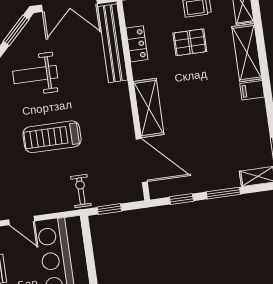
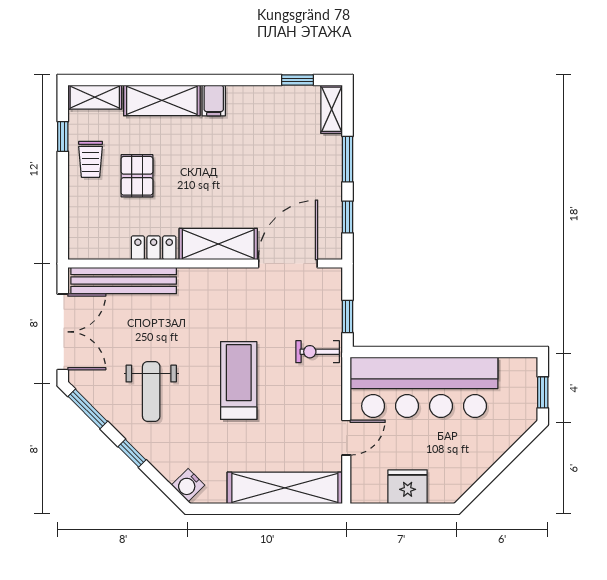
locker: (137, 44) -> (154, 248), moved
treadmill: (52, 137) -> (239, 381), turned 180

